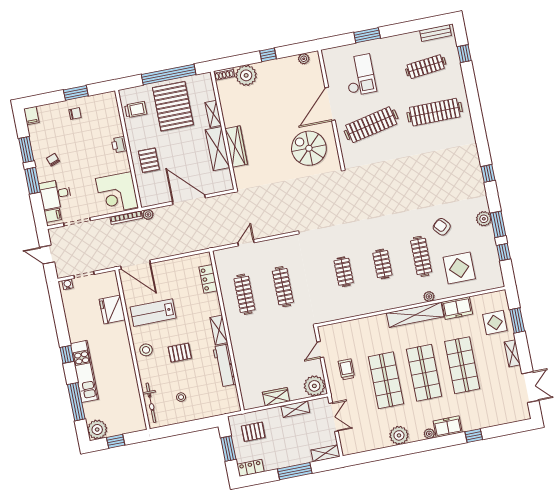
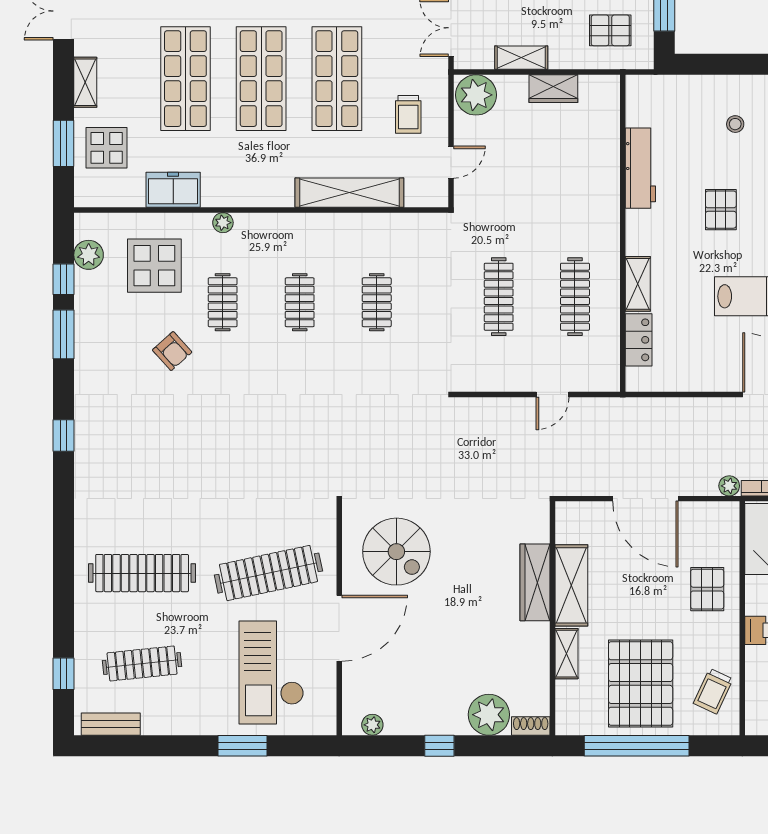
checkout: (360, 75) -> (271, 672), width x1.36, depth x1.21
trolley: (136, 110) -> (713, 691), turned -65
plant: (484, 219) -> (89, 255), moved
clothes rail: (421, 256) -> (223, 302), width x0.73
shelving: (415, 315) -> (349, 193), moved
shelving: (219, 330) -> (638, 284), moved
pallet: (180, 353) -> (721, 210), turned 90

